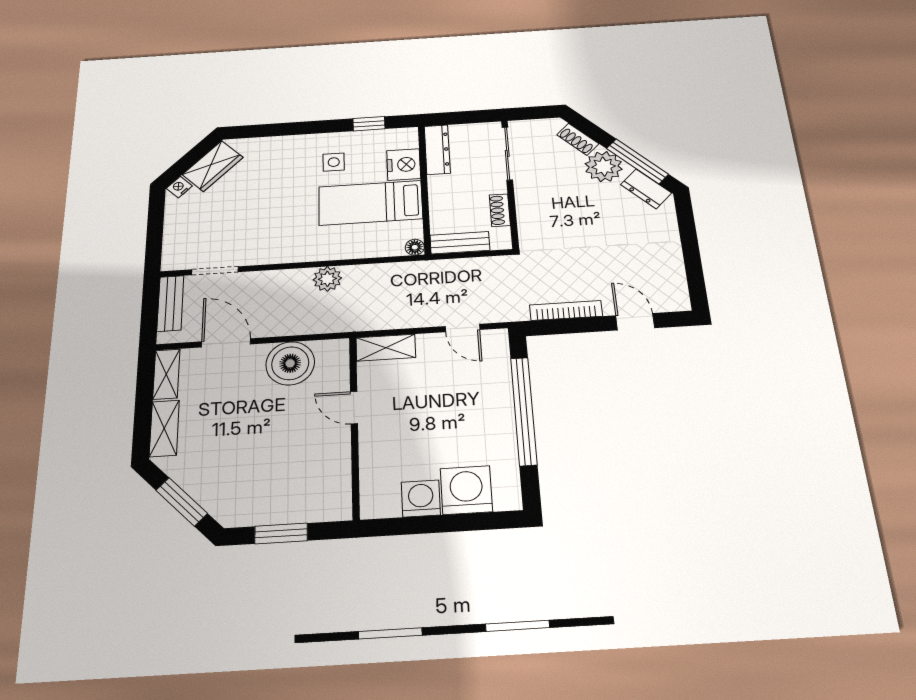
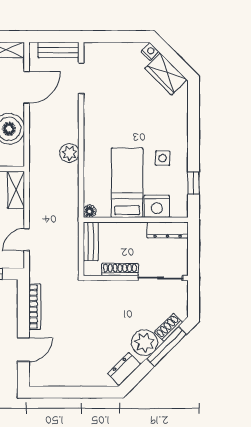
window: (637, 161) -> (166, 346), moved
shoe rack: (500, 210) -> (120, 270), width x1.43

